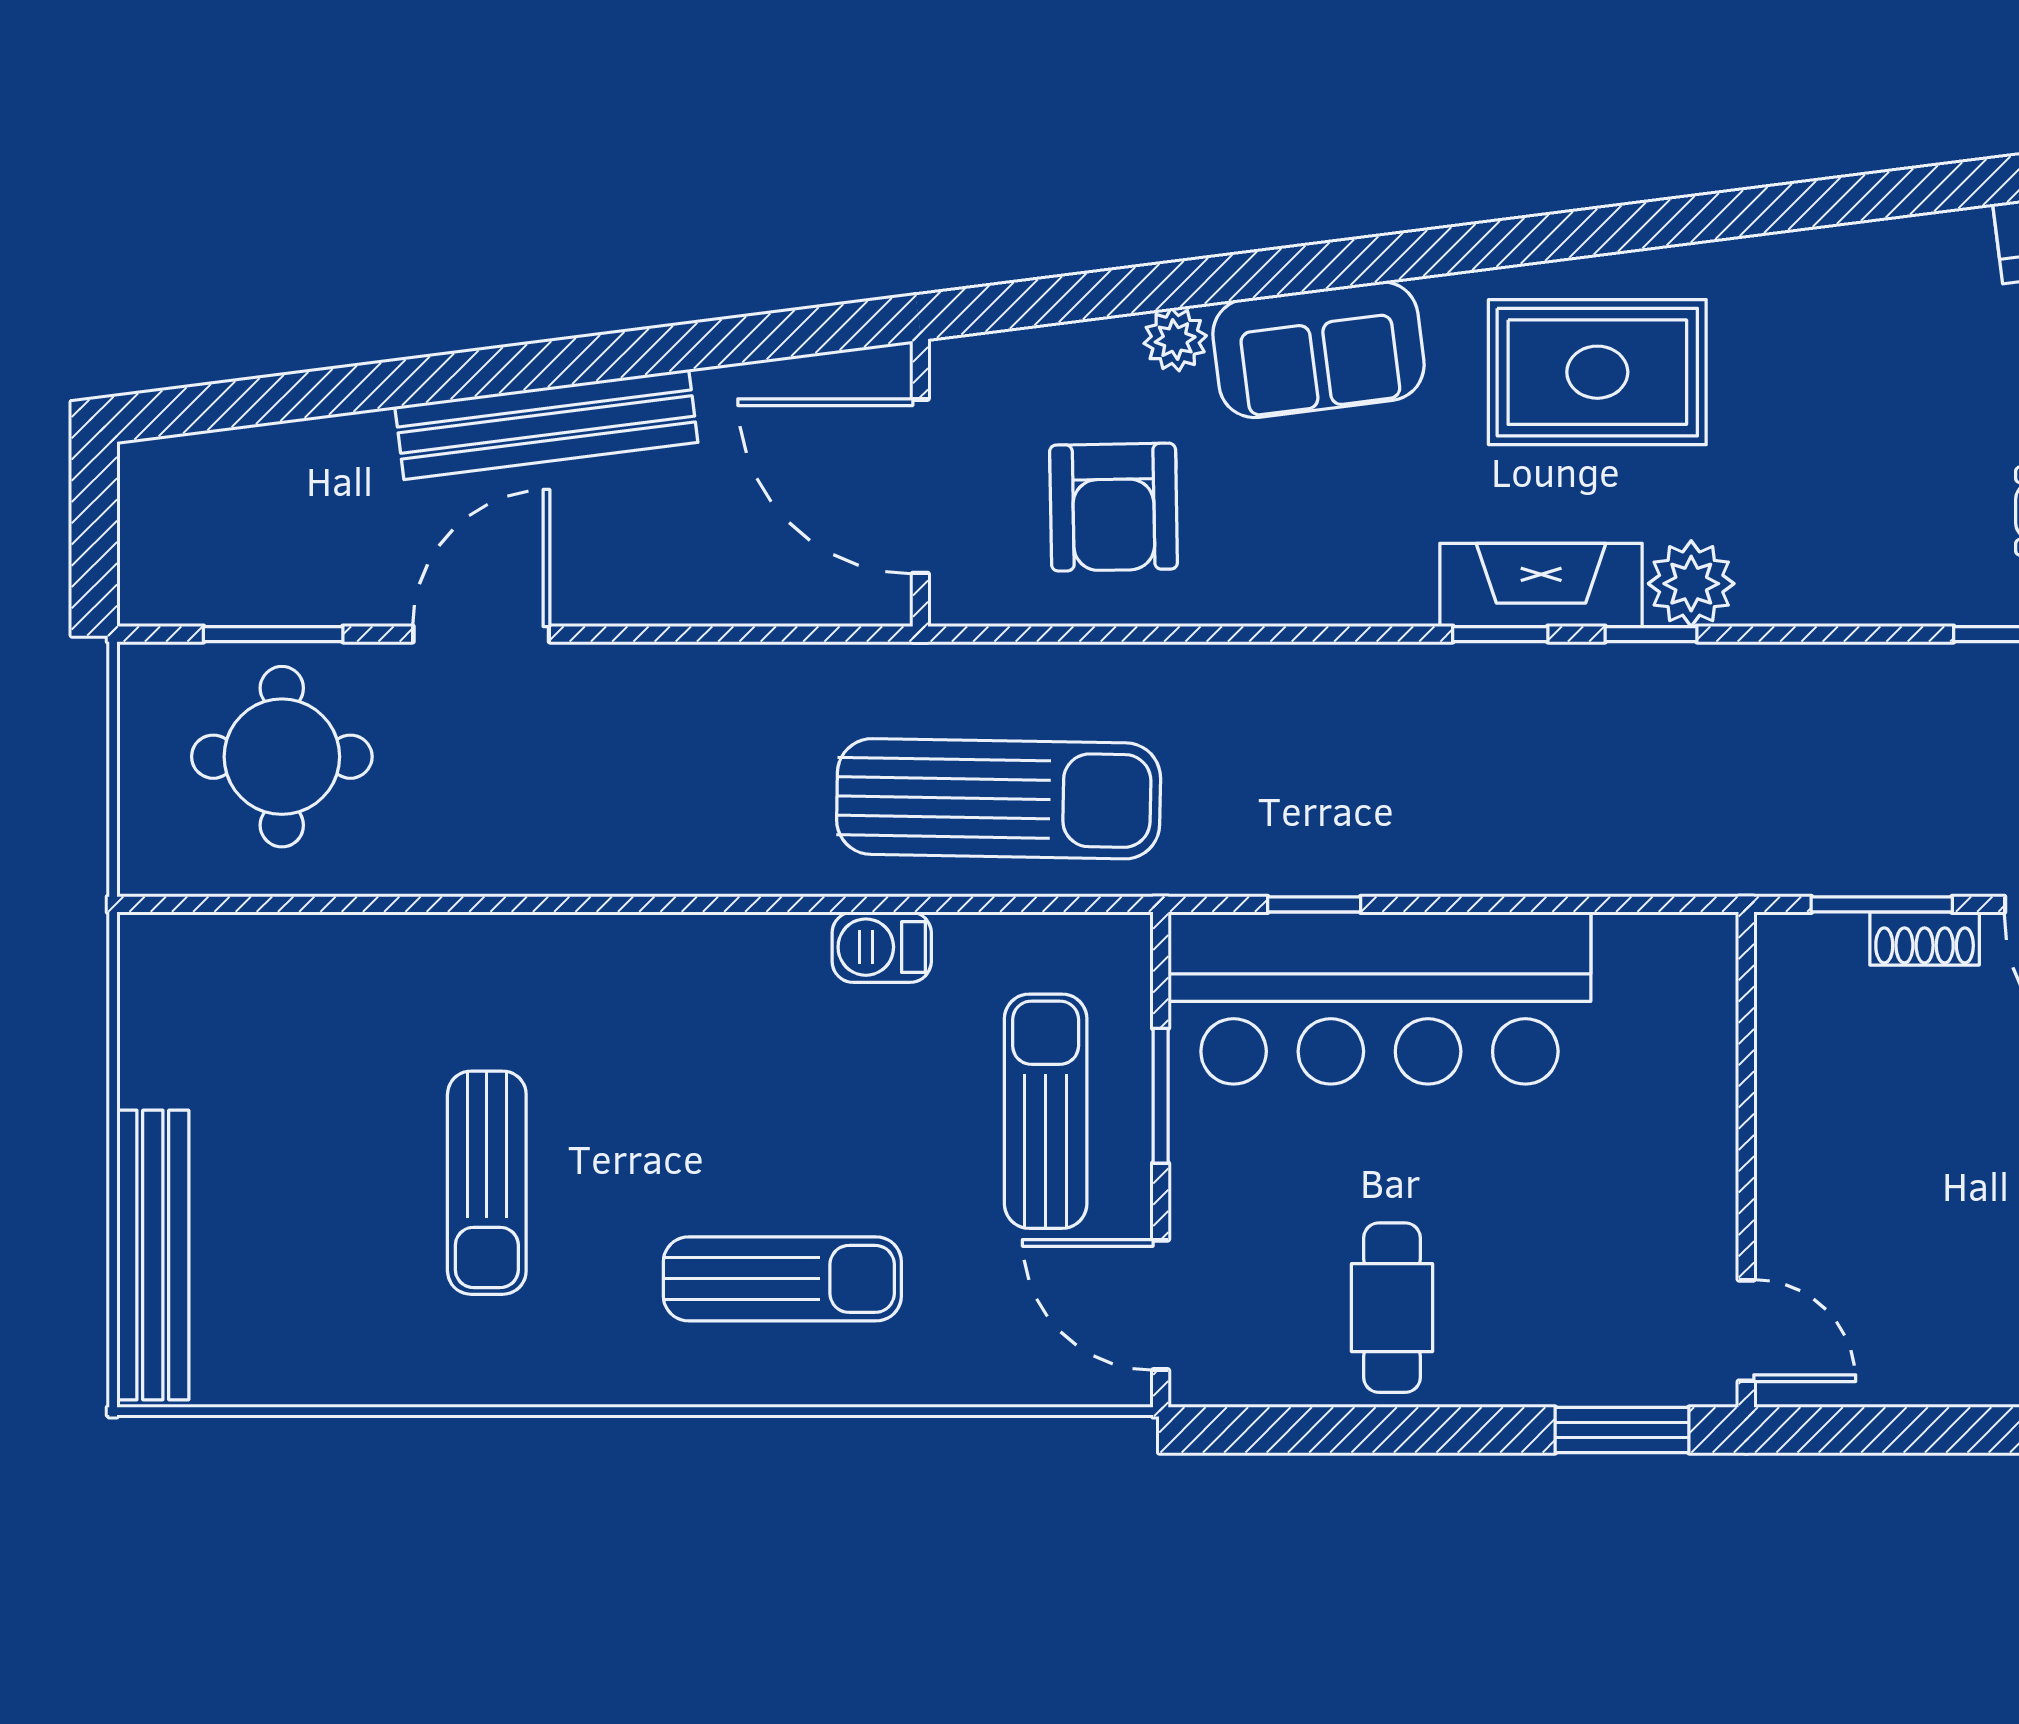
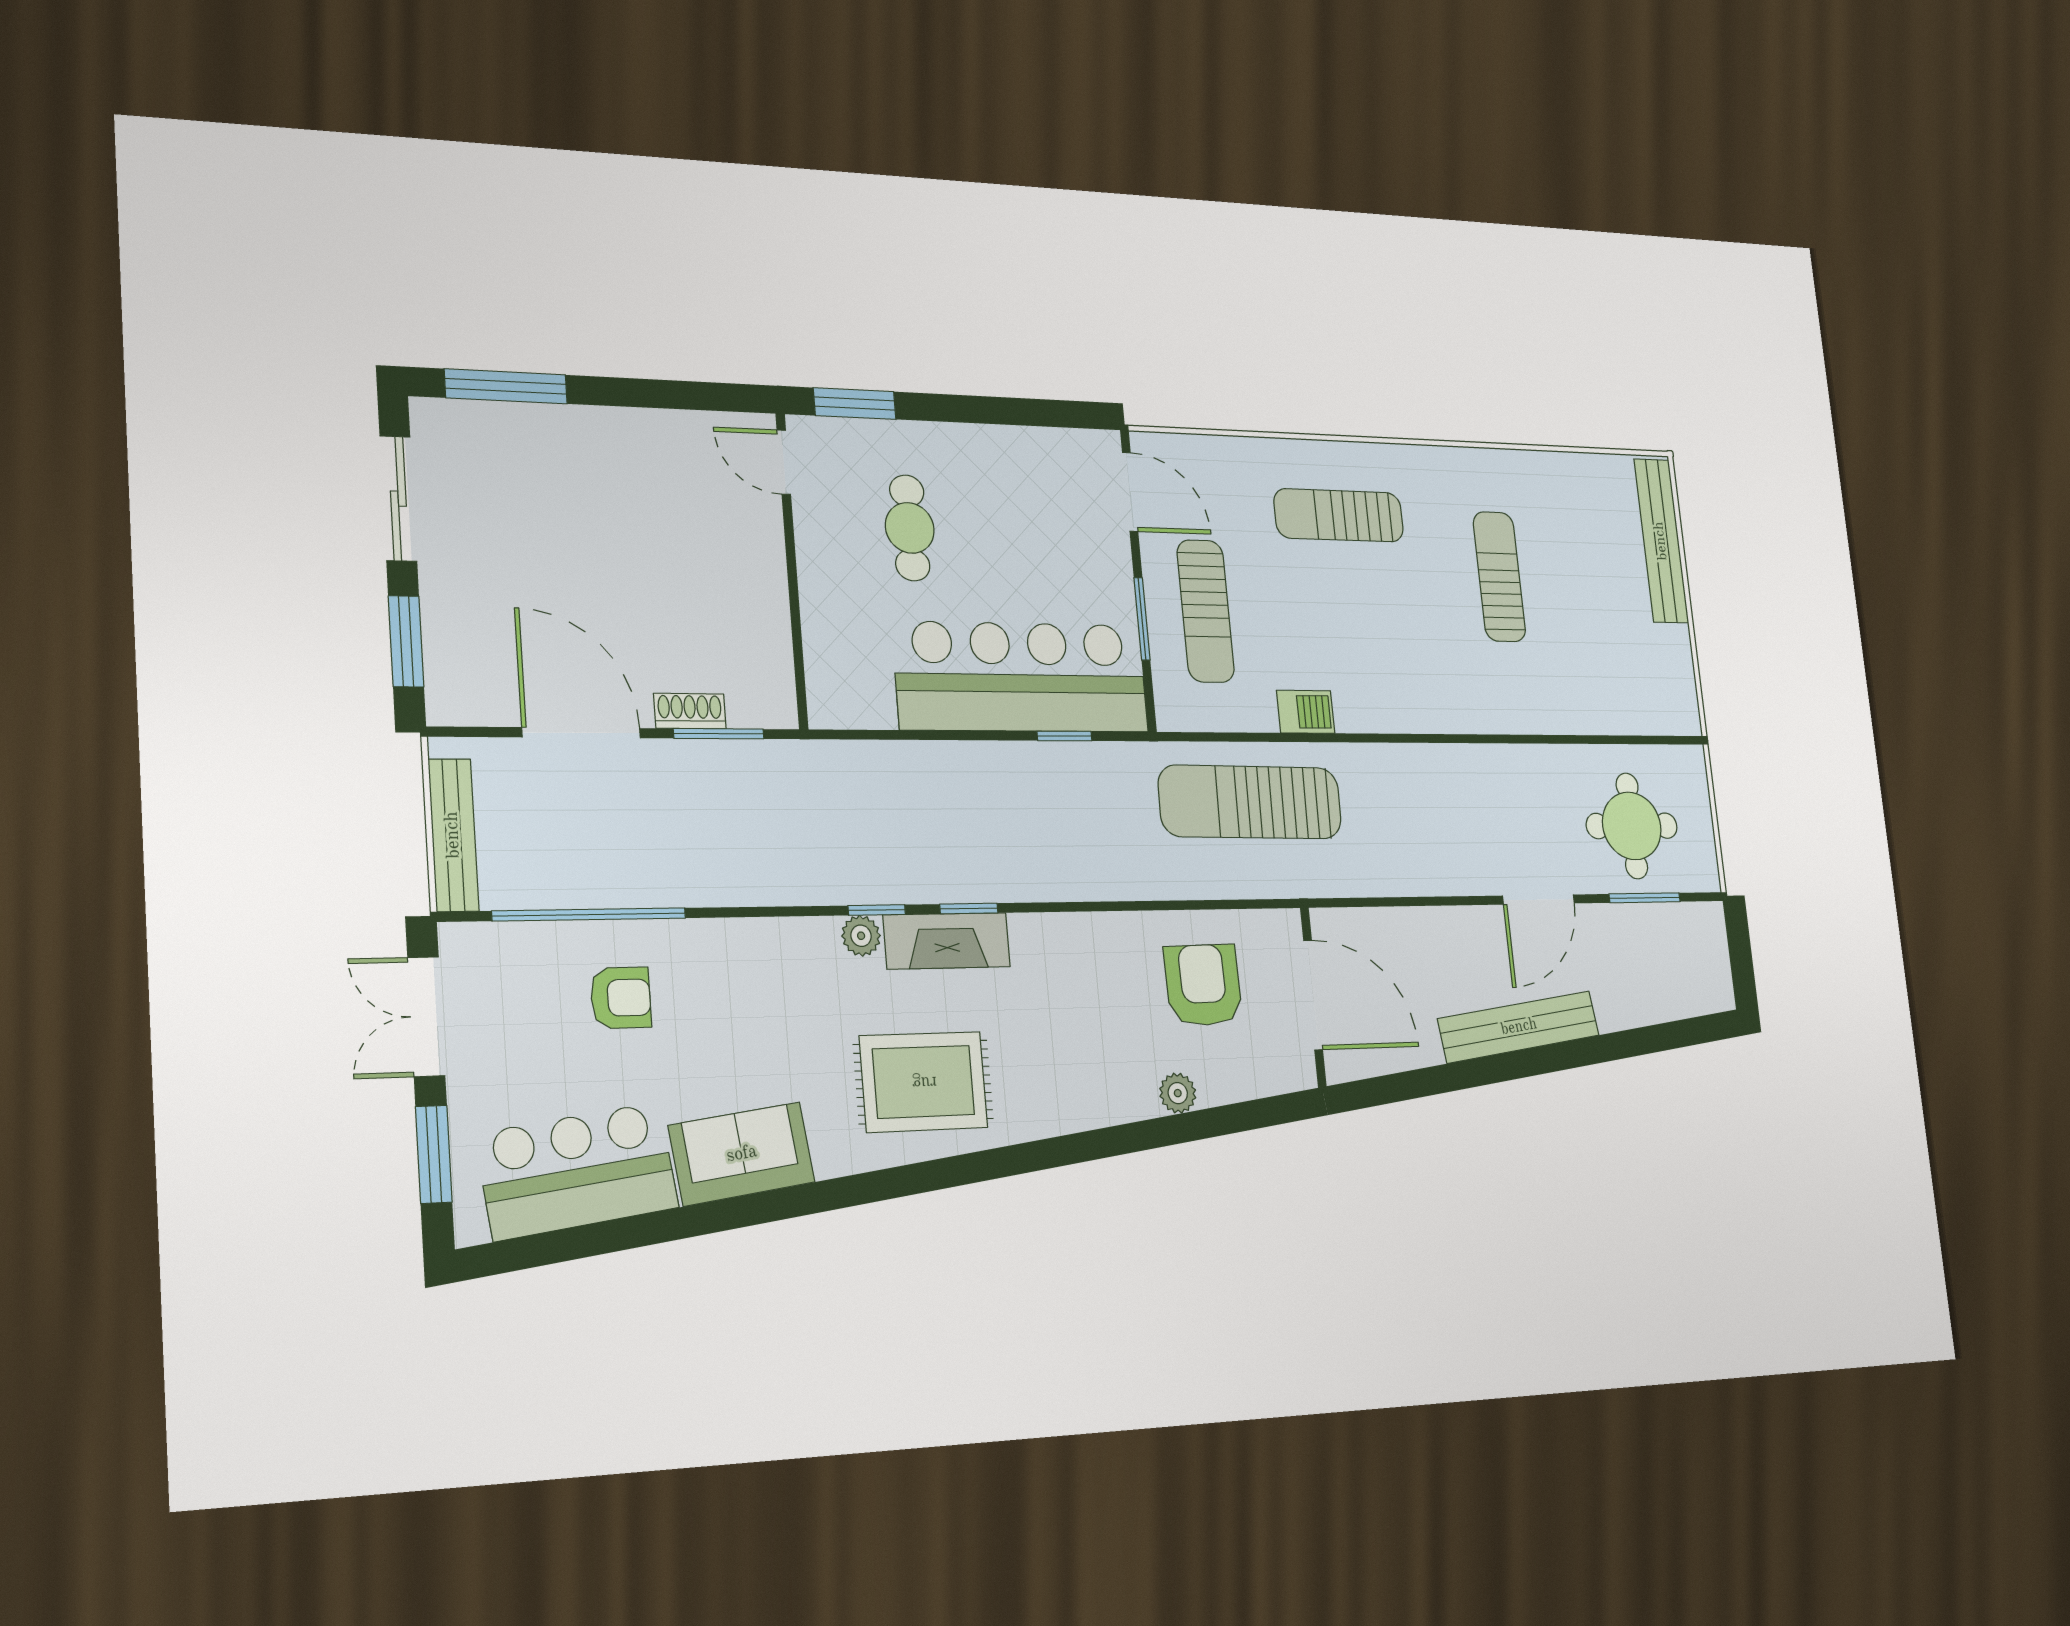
sofa: (1318, 350) -> (742, 1154), moved
plant: (1691, 584) -> (861, 936), width x0.73, depth x0.73
cafe table: (1392, 1308) -> (910, 528), moved

